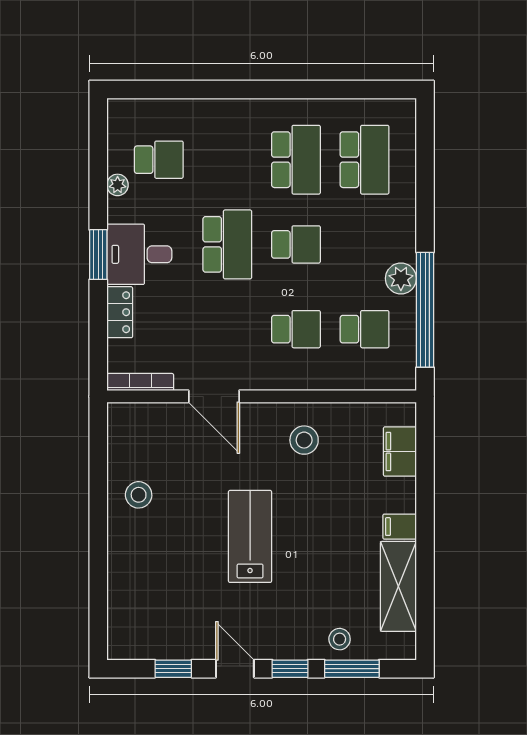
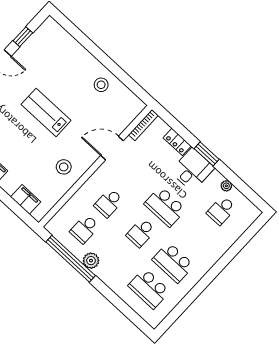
lab bench: (250, 536) -> (46, 112), turned 180

